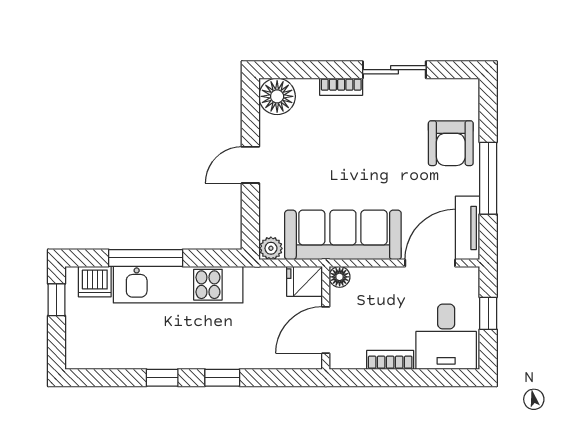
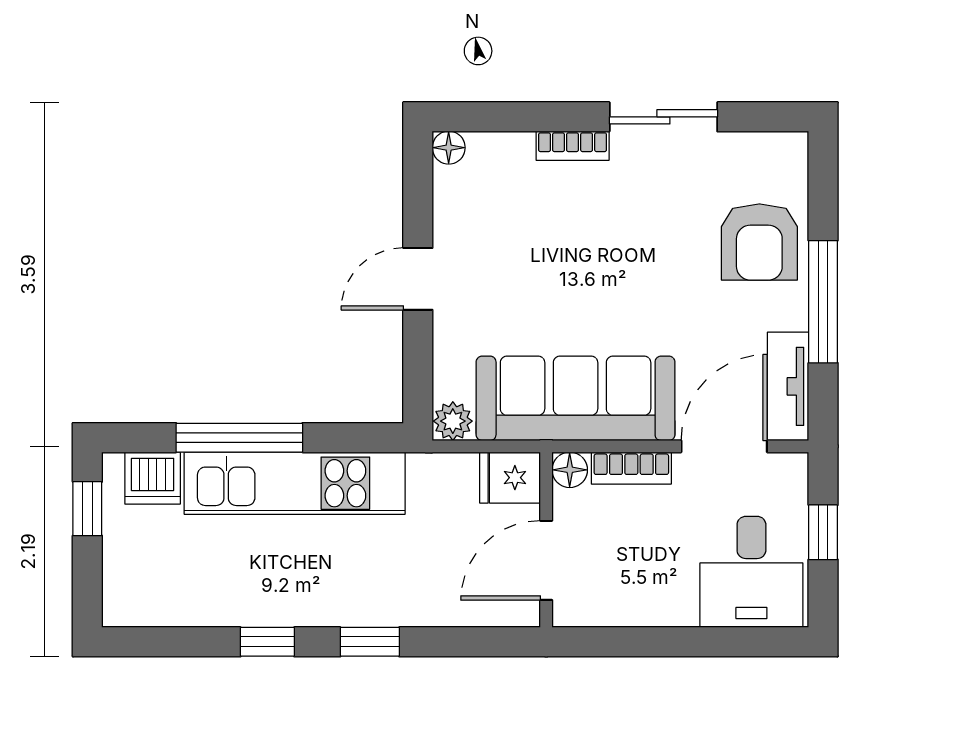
floor lamp: (277, 96) -> (449, 148), width x0.53, depth x0.53
bookcase: (390, 360) -> (631, 468), moved, turned 180

